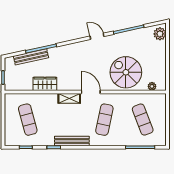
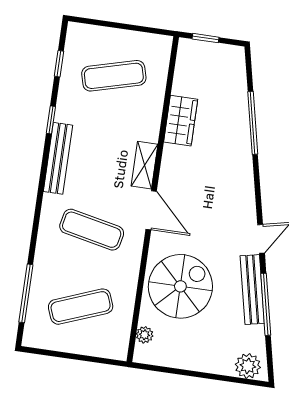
bench: (31, 57) -> (252, 290), moved
door: (91, 92) -> (151, 210), hinge flipped

